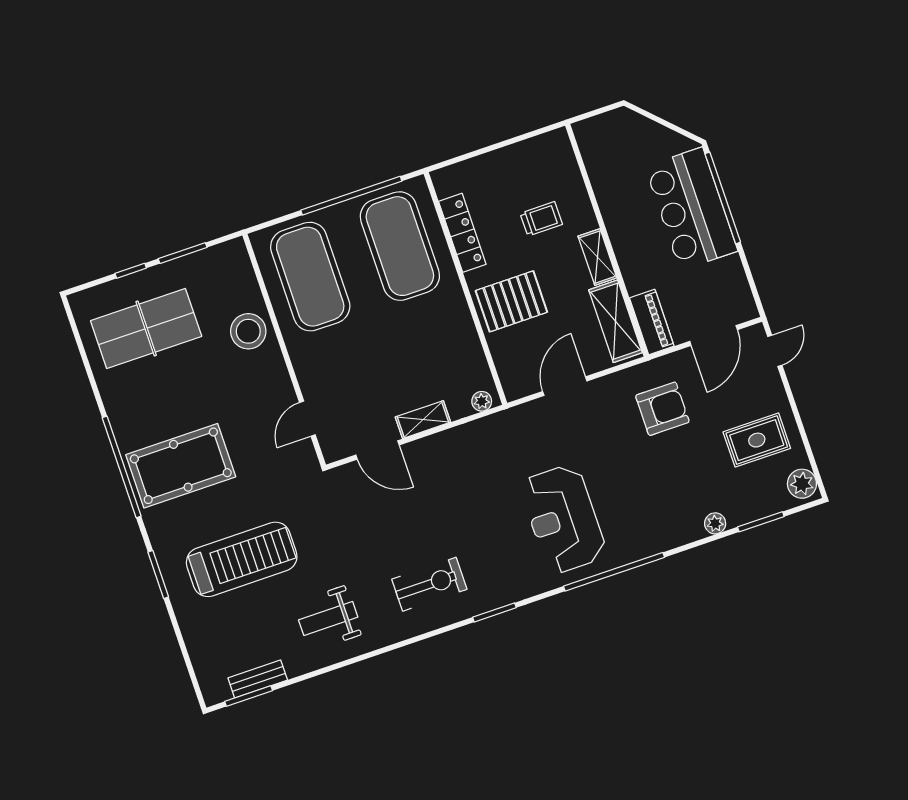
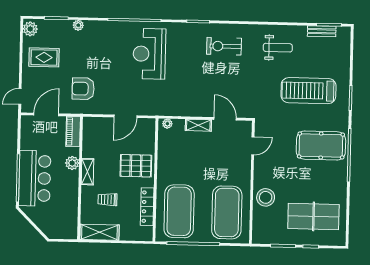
plant: (632, 263) -> (72, 163), added
shelving: (616, 321) -> (99, 232), moved, turned 90
reception desk: (563, 519) -> (149, 54), turned 180

